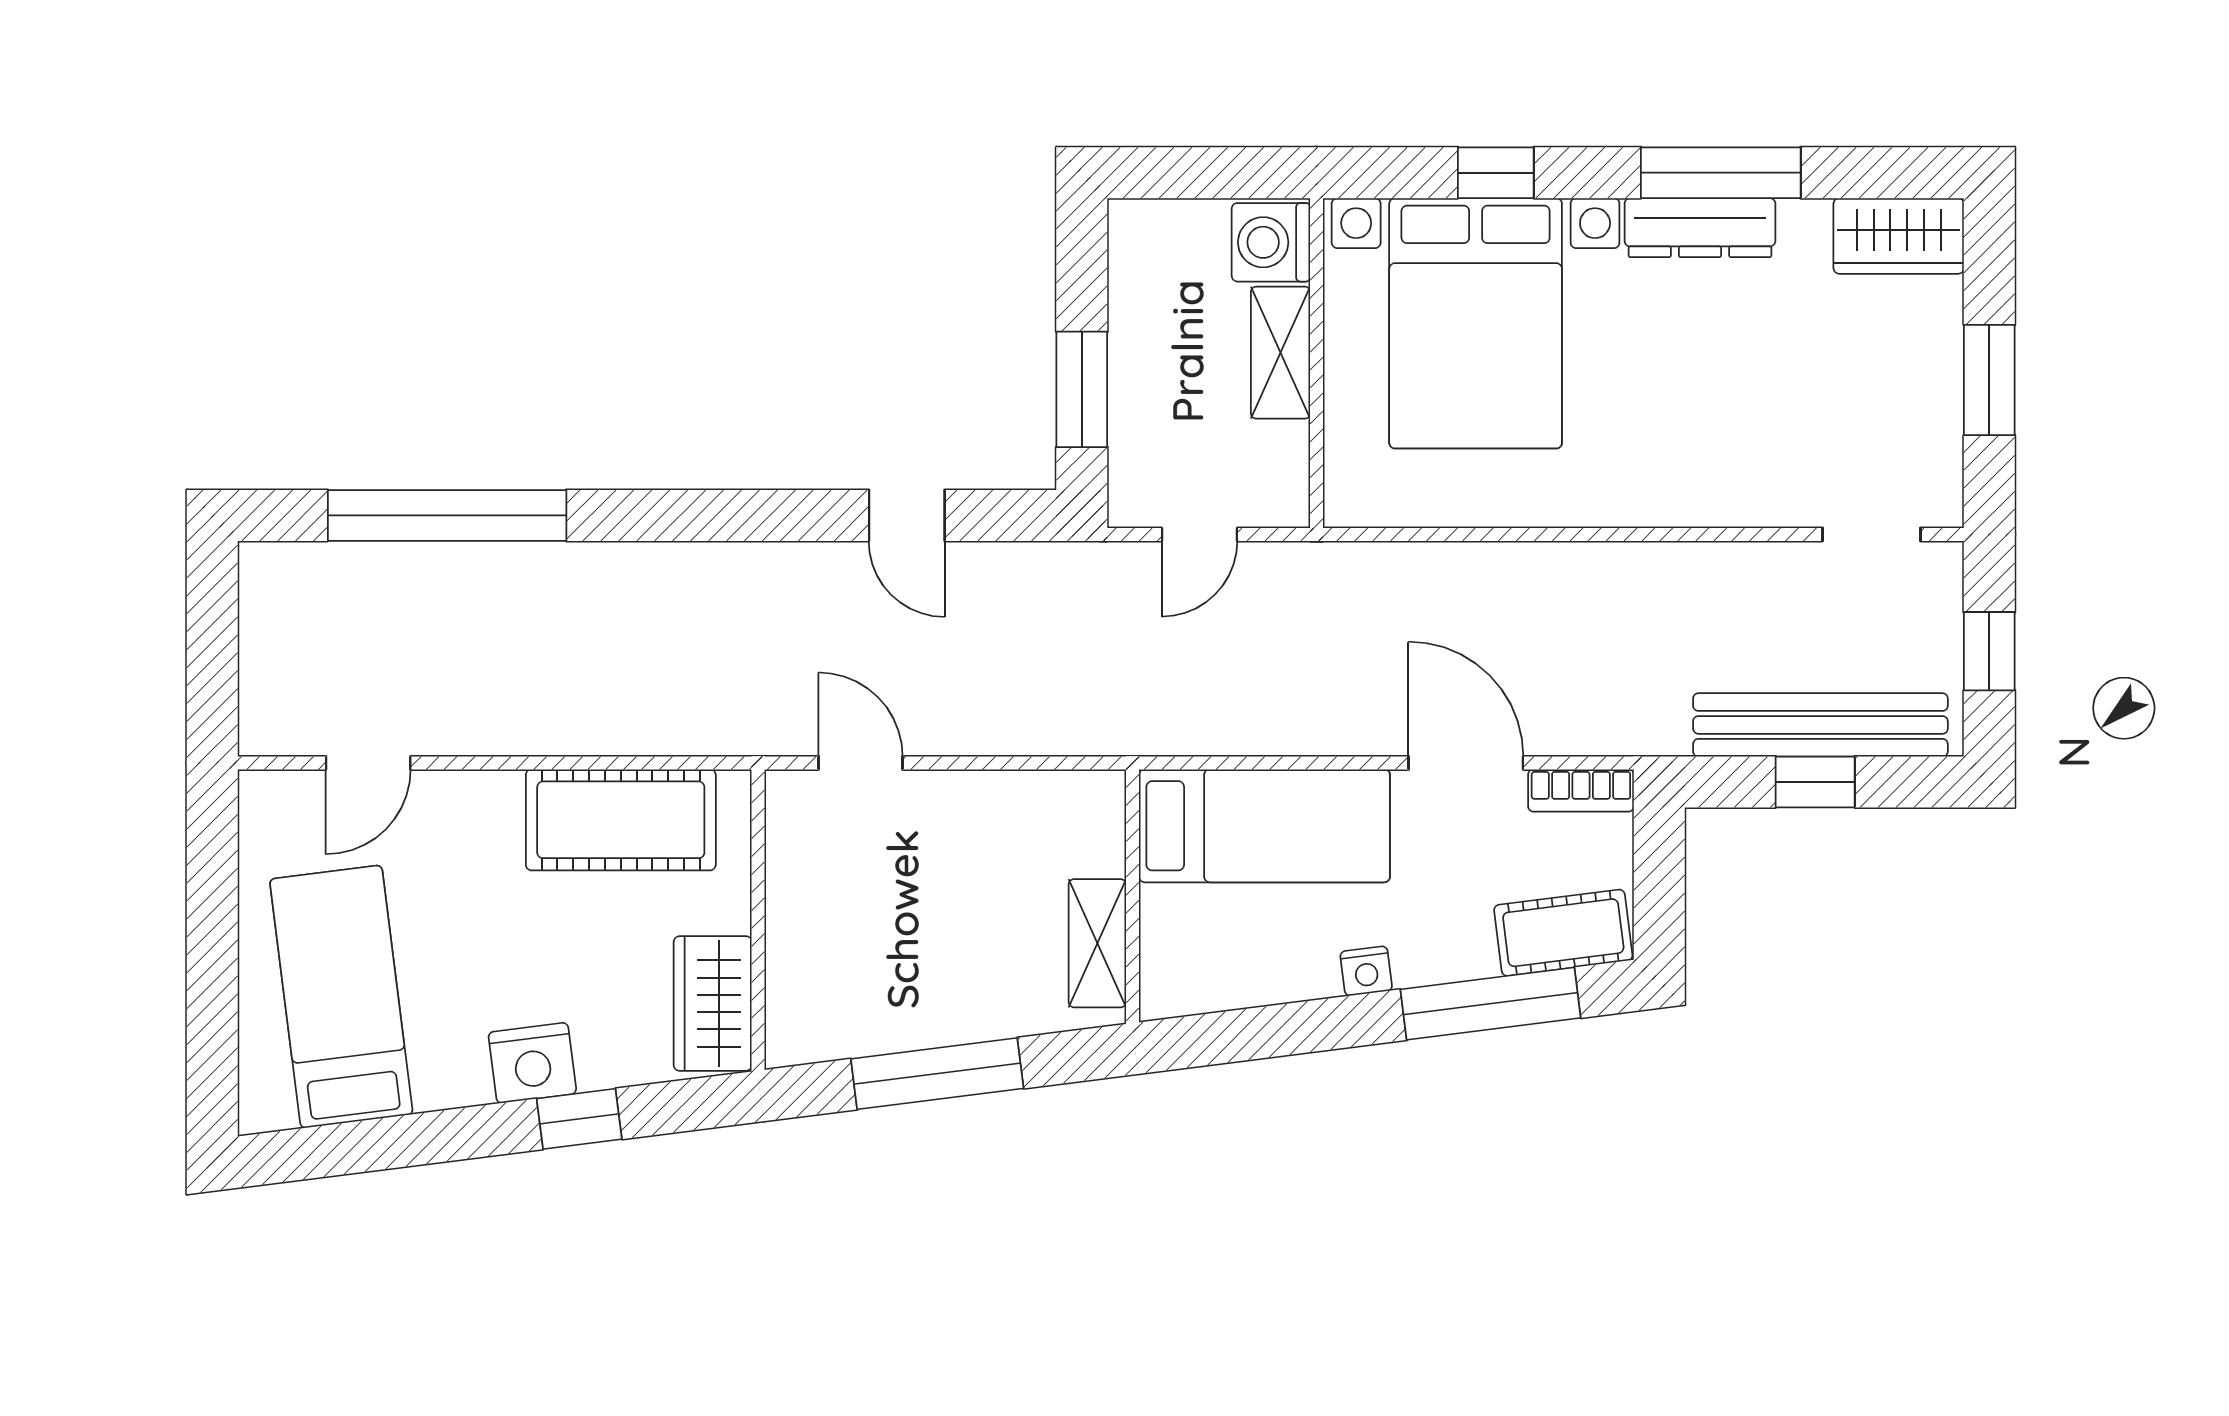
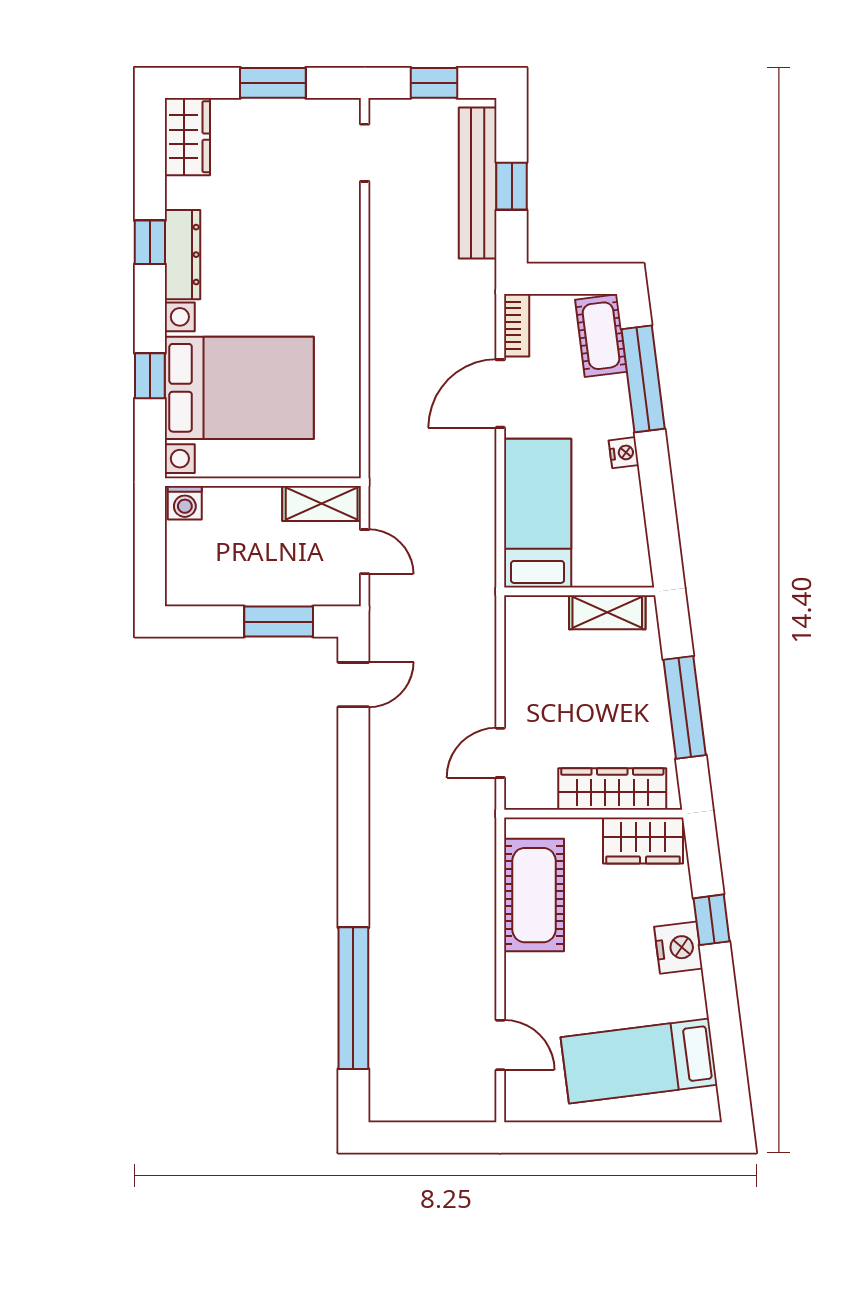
window: (1721, 173) -> (150, 242), width x0.46
washing machine: (1271, 242) -> (185, 503), width x0.73, depth x0.73
shelving: (1281, 353) -> (322, 504), moved
door: (907, 515) -> (353, 685), moved
wardrobe: (800, 952) -> (612, 789), added

